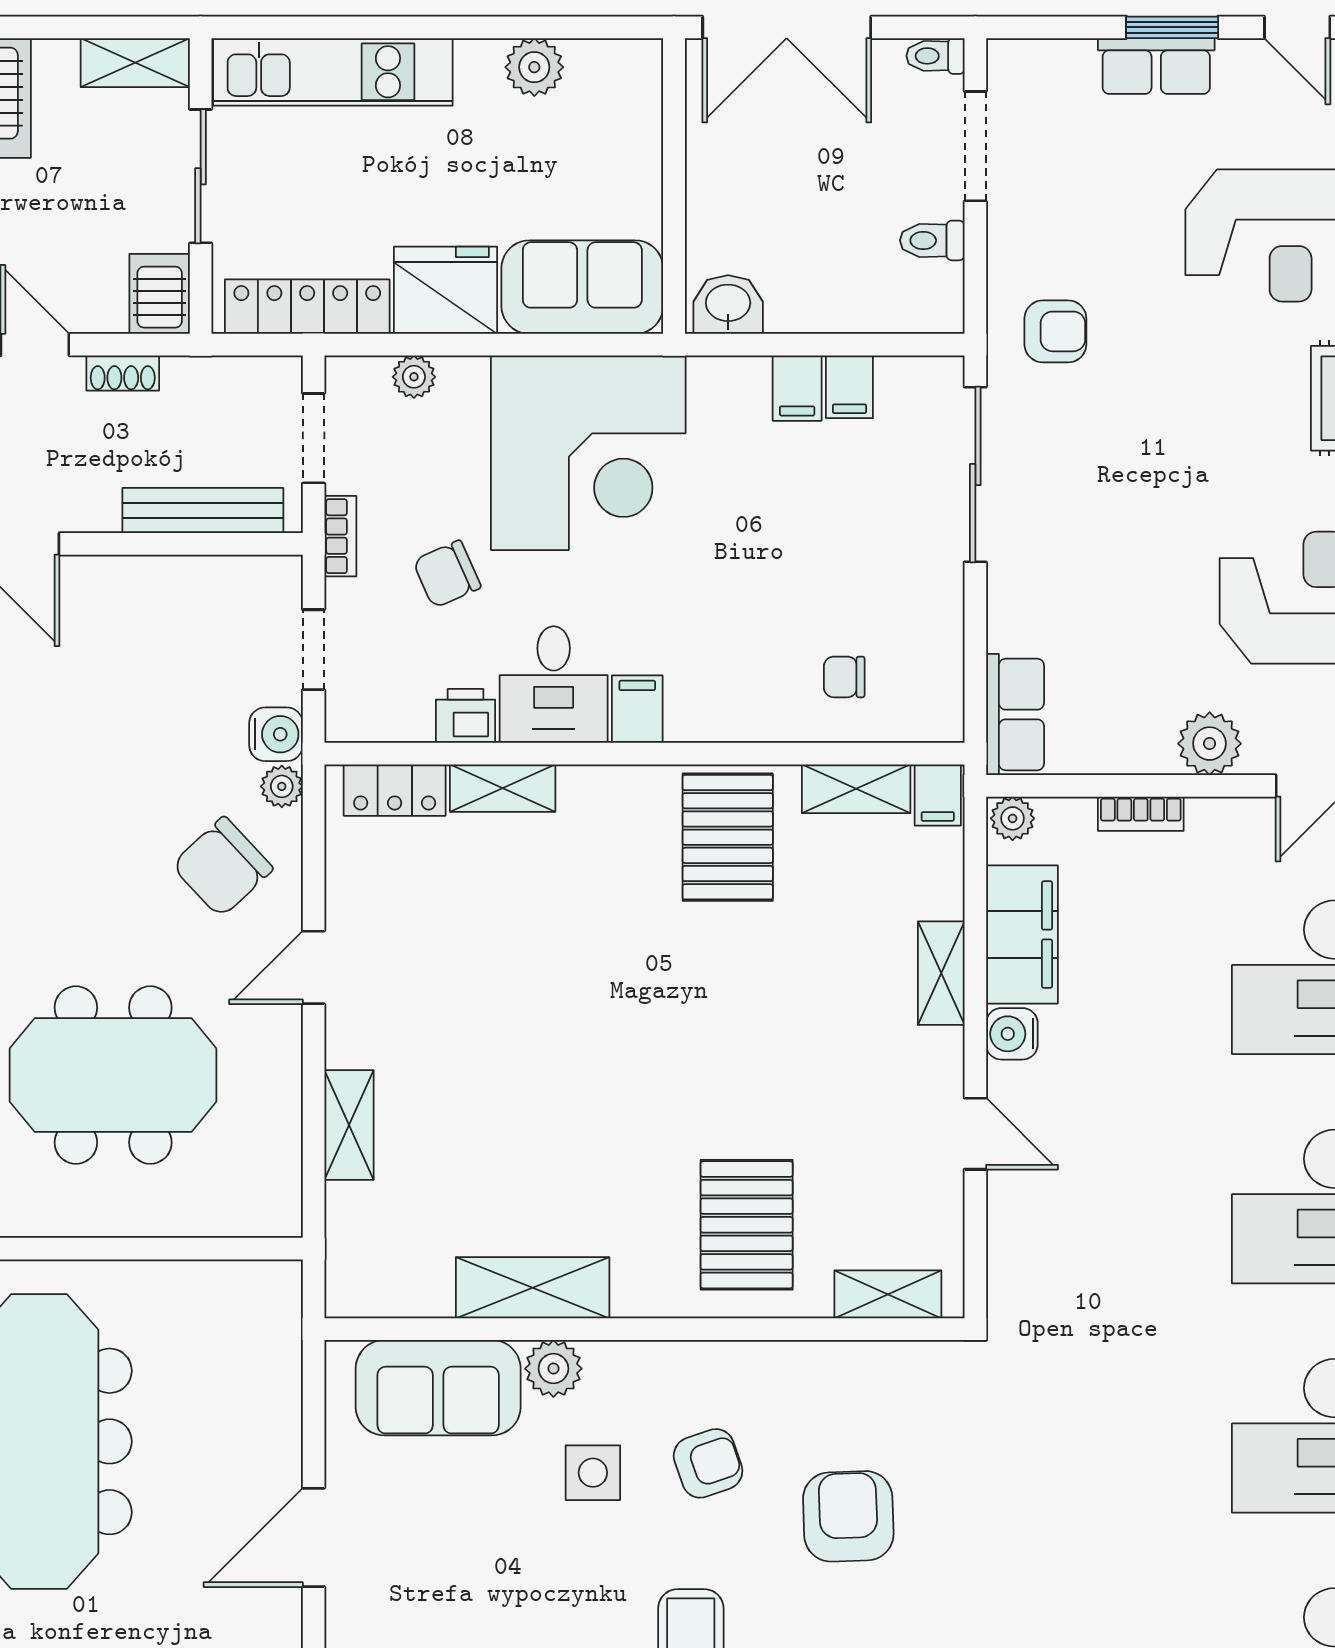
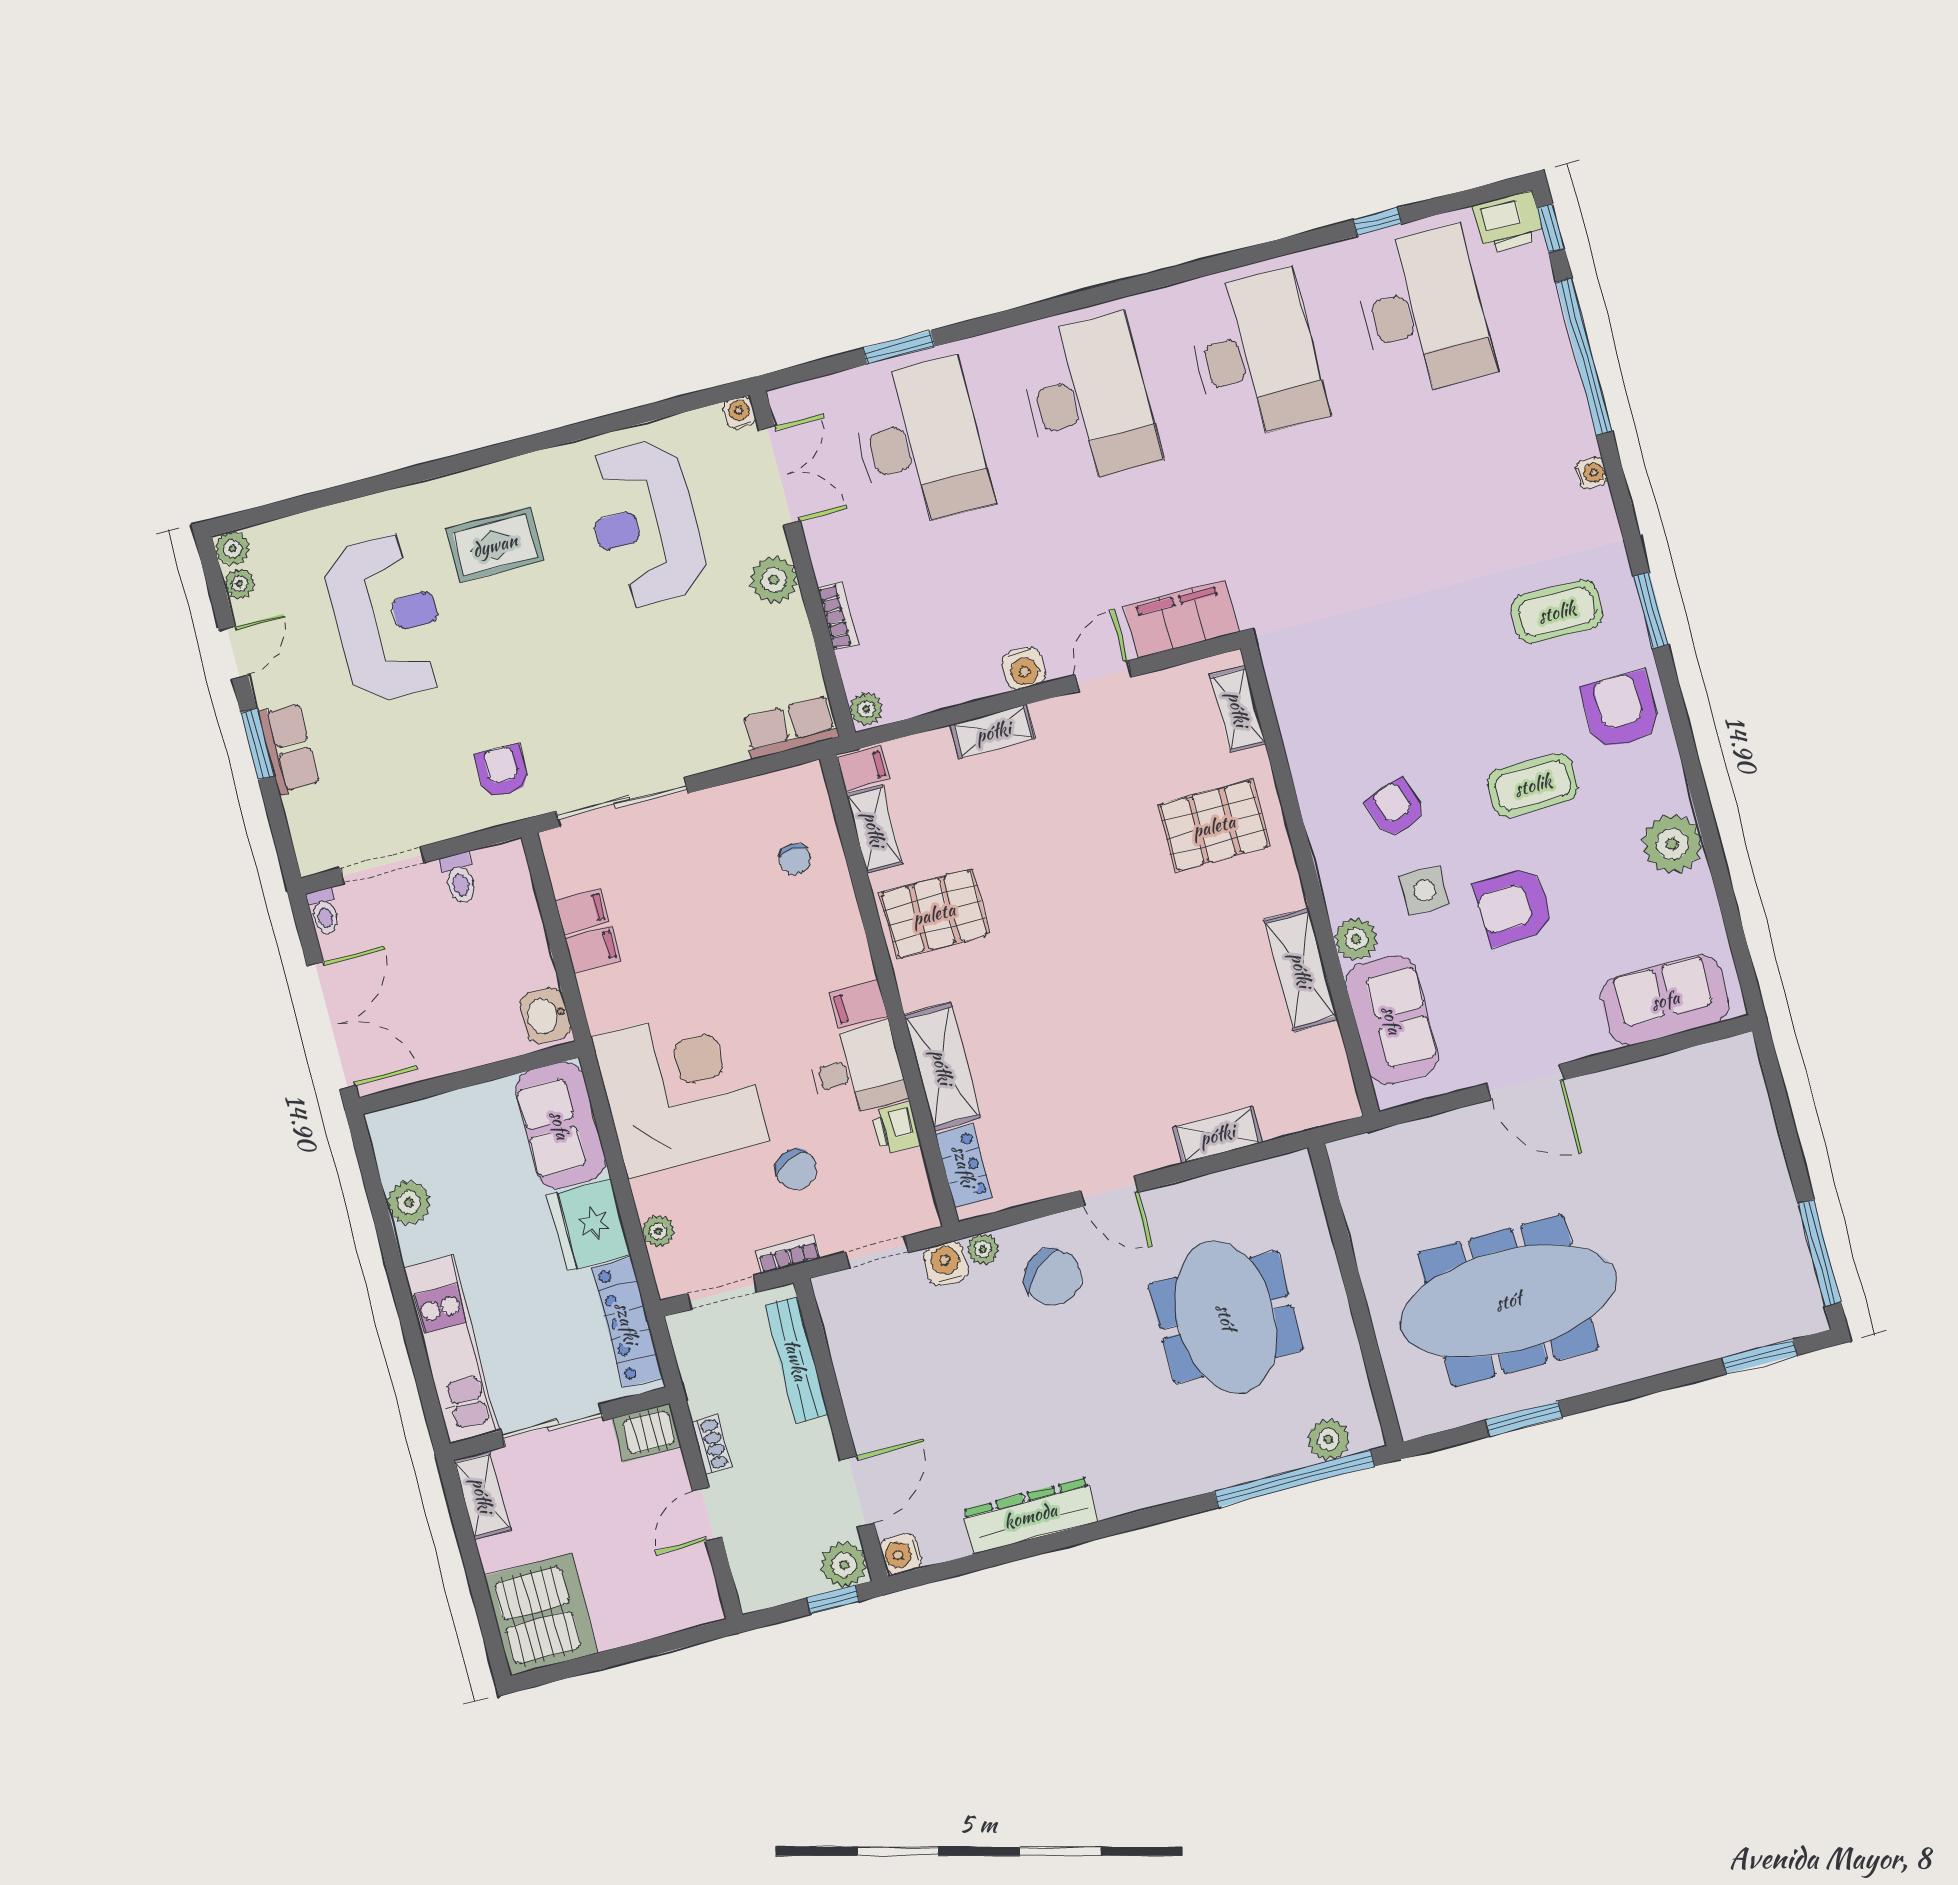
shelving: (503, 788) -> (942, 1067), width x1.50, depth x1.33
filing cabinet: (1022, 935) -> (1182, 619), moved
armchair: (848, 1516) -> (1514, 906), moved

